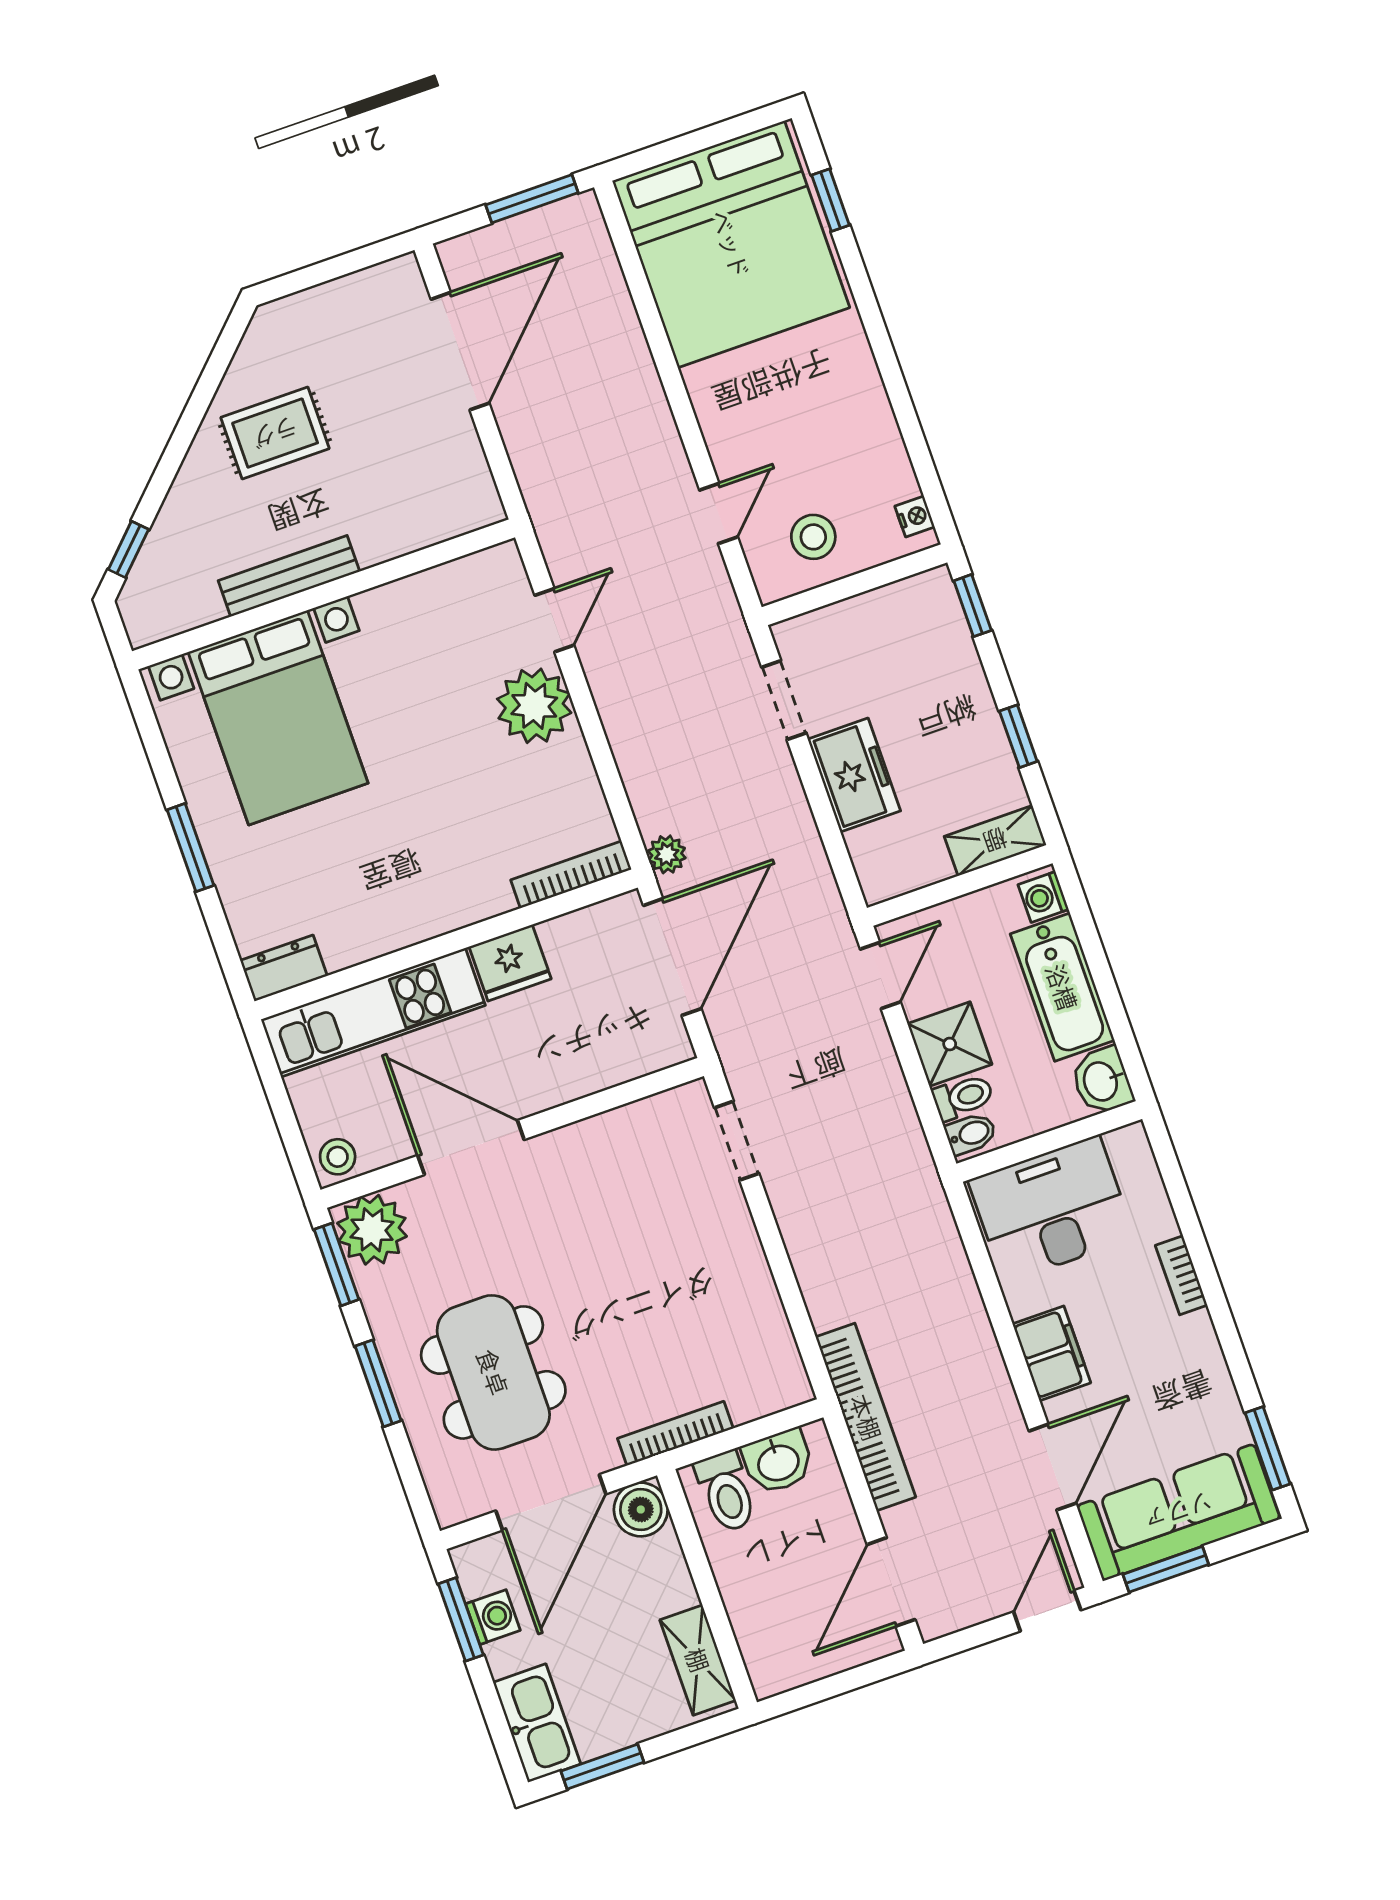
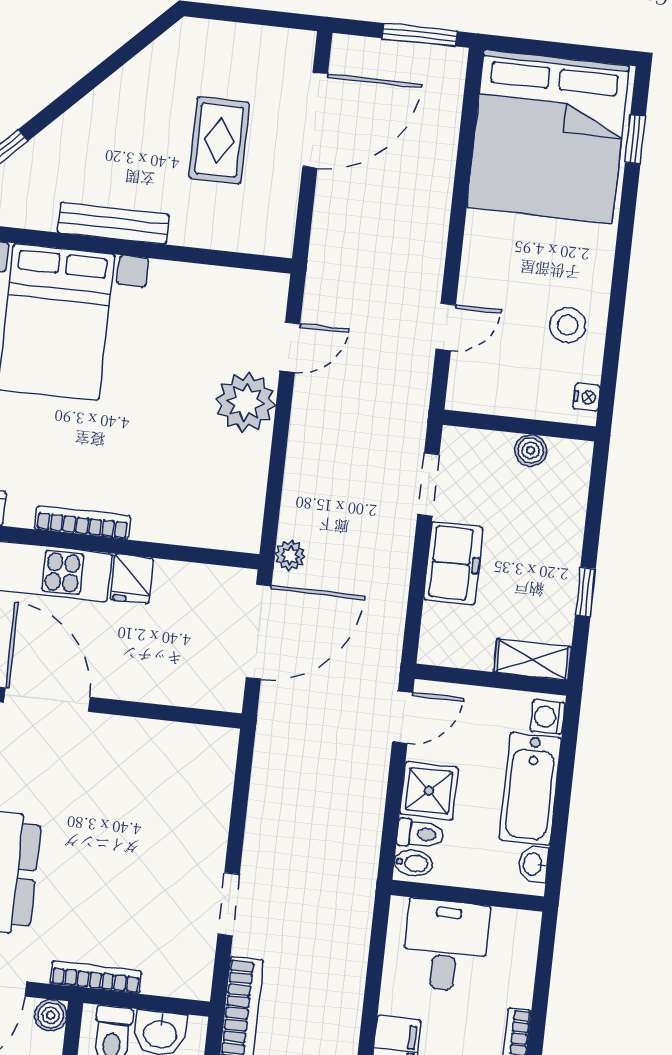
rug: (275, 433) -> (219, 140), moved, turned 90
stool: (813, 537) -> (568, 325), moved
window: (973, 606) -> (597, 482), removed
boiler: (881, 607) -> (531, 450), added
bookcase: (571, 875) -> (83, 523), moved
fridge: (510, 963) -> (132, 579), width x0.72
washbasin: (1102, 1081) -> (533, 864), width x0.72, depth x0.69
doorway: (737, 1141) -> (229, 904), moved
desk: (1051, 1209) -> (445, 945), width x0.73
boiler: (641, 1509) -> (51, 1015), width x0.73, depth x0.73

